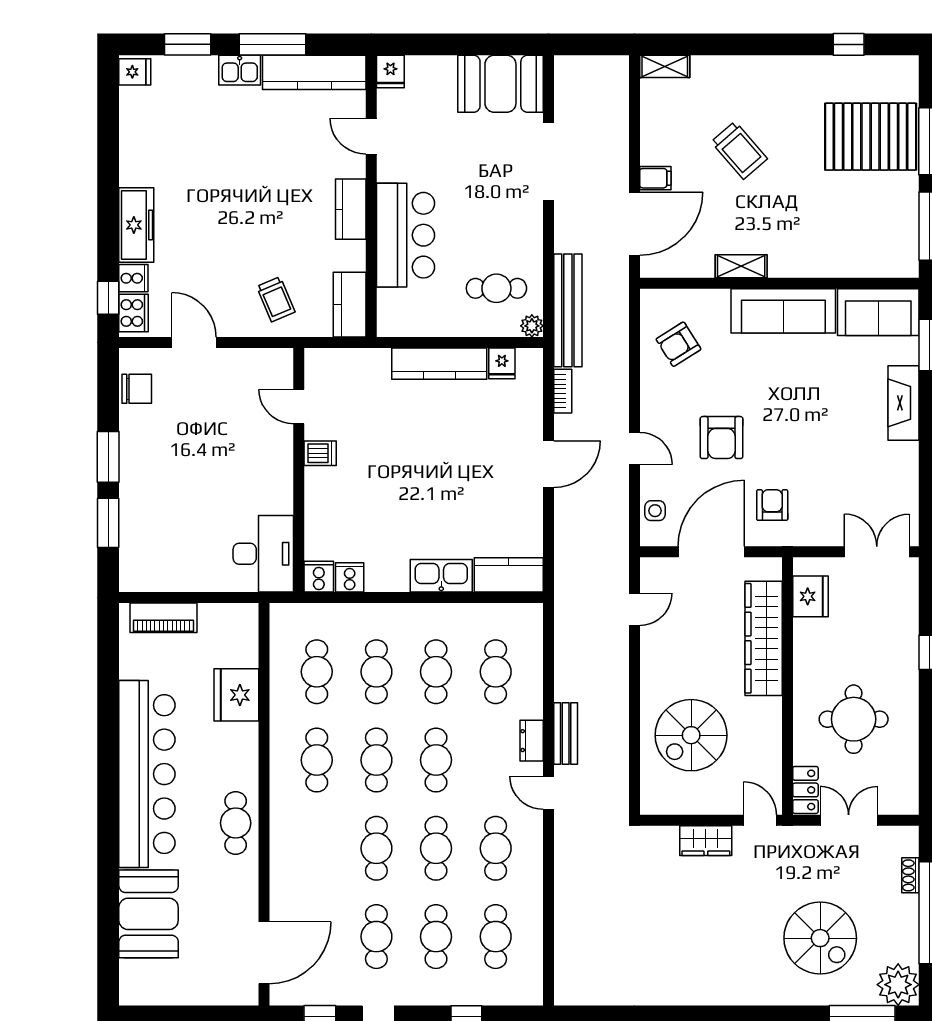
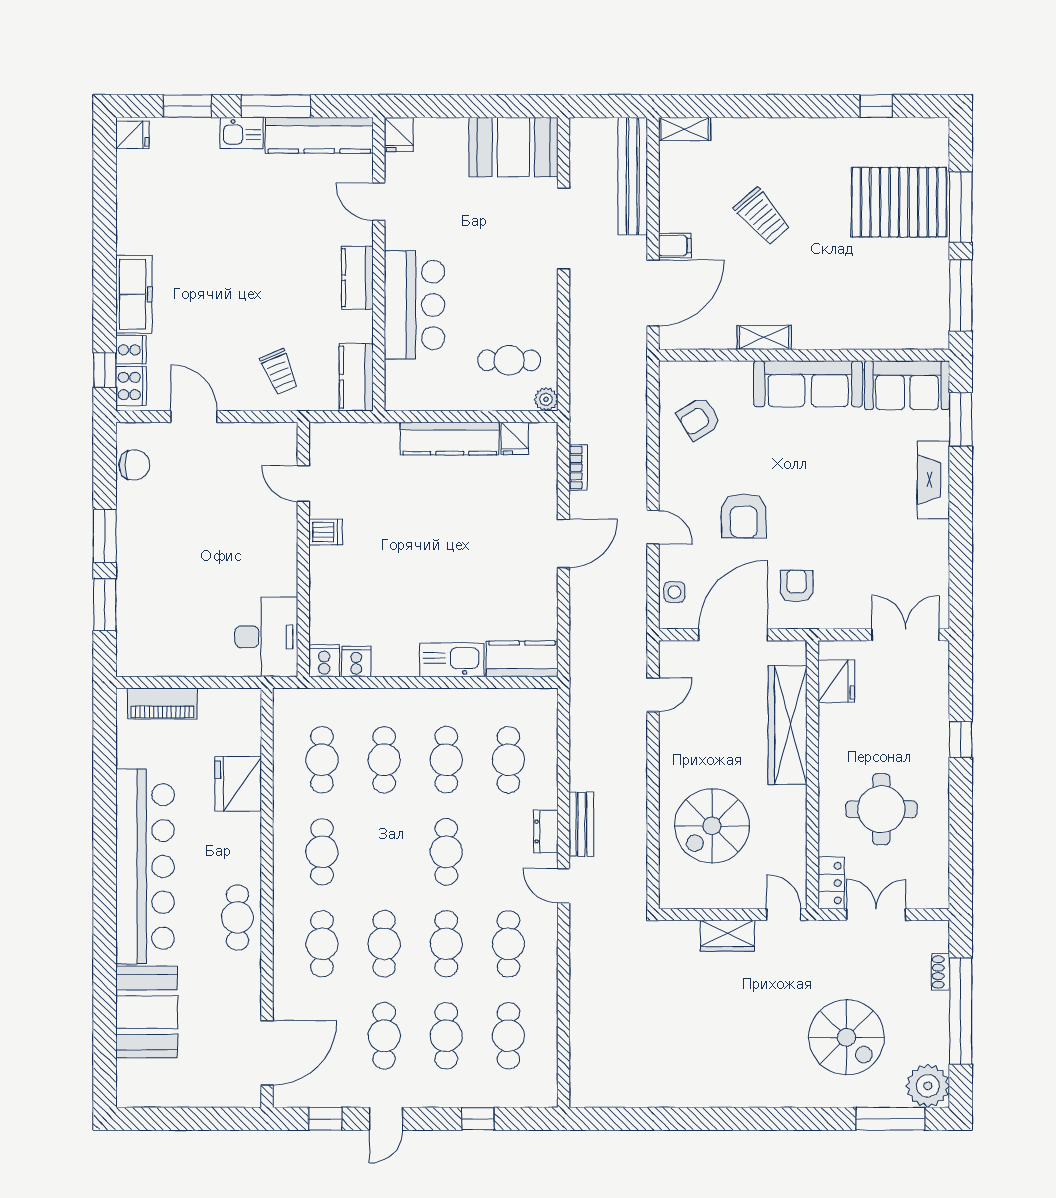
bench: (568, 310) -> (633, 176), moved
cafe table: (376, 760) -> (322, 944), moved

